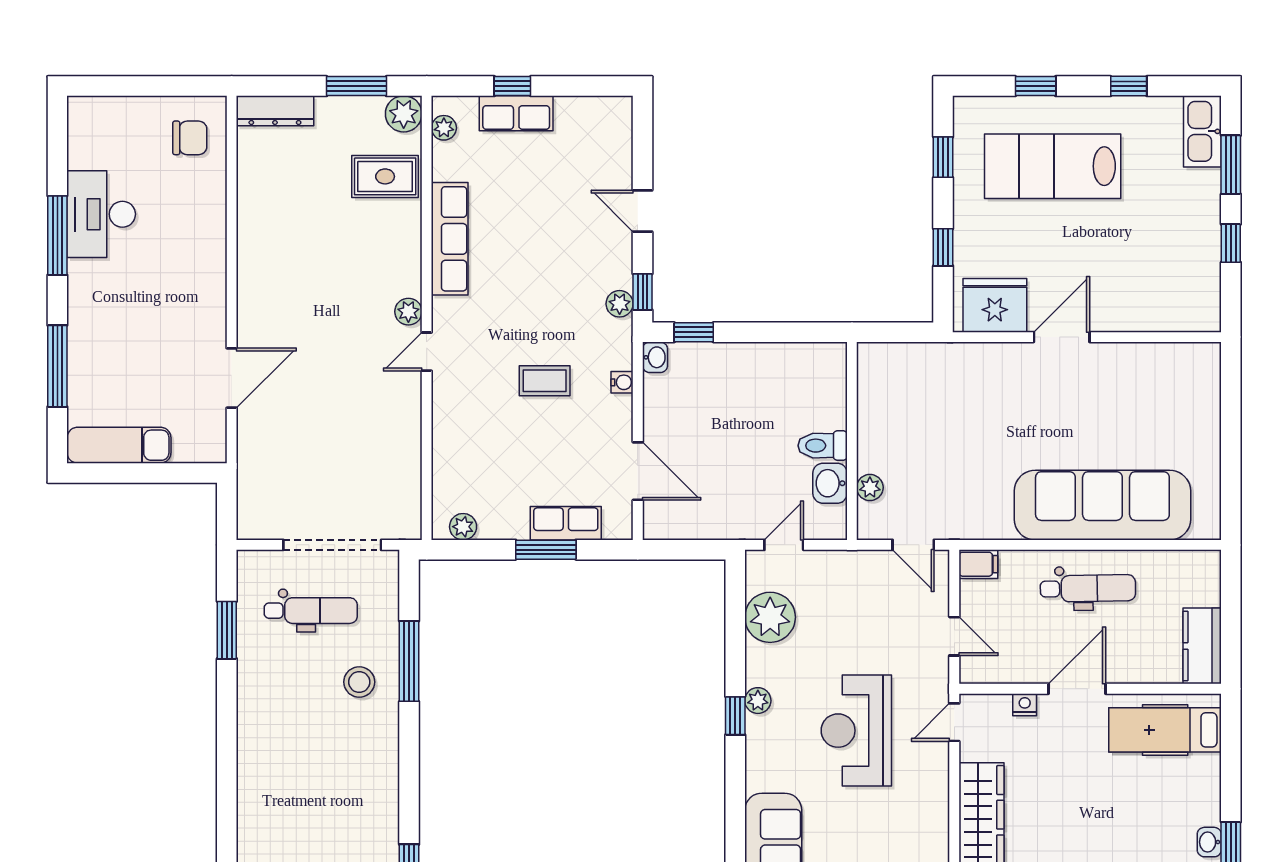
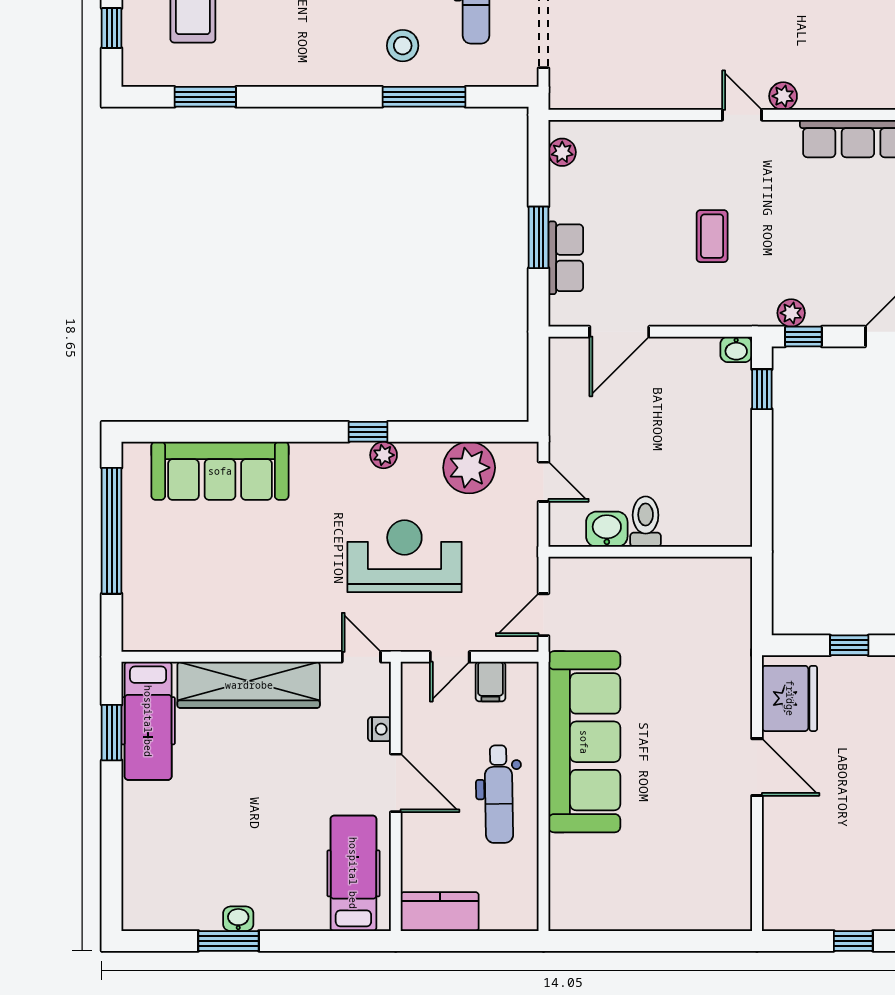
water cooler: (622, 382) -> (710, 316), removed
plant: (870, 487) -> (602, 570), removed
sofa: (1102, 505) -> (584, 742), moved
filing cabinet: (978, 564) -> (490, 682), moved
reception desk: (856, 731) -> (404, 556), moved

